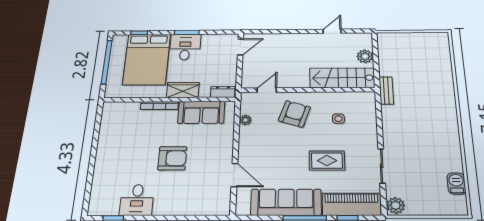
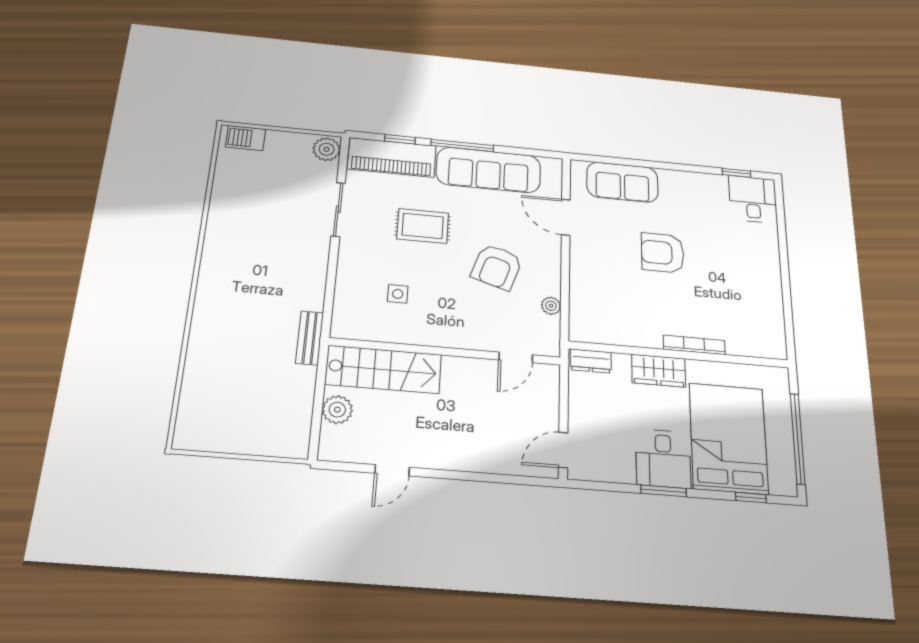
sofa: (201, 112) -> (622, 182), moved, turned 180
armchair: (294, 114) -> (497, 267), moved
barbecue: (456, 184) -> (246, 138), moved, turned 90
desk: (137, 200) -> (753, 199), moved

